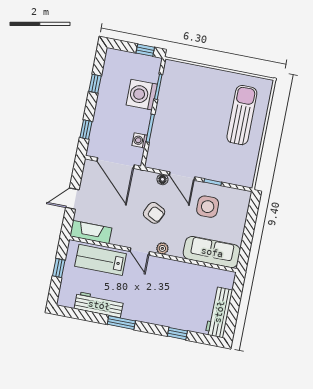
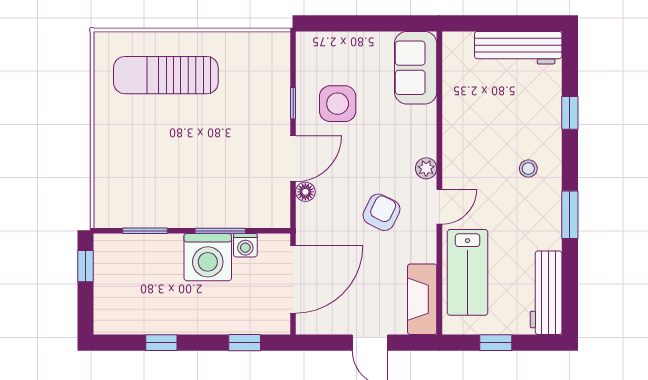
washing machine: (142, 95) -> (208, 257), moved
armchair: (154, 213) -> (381, 212), moved
sofa: (212, 252) -> (416, 68), width x0.73
workbench: (99, 305) -> (546, 293), moved
stool: (151, 305) -> (528, 168), added

